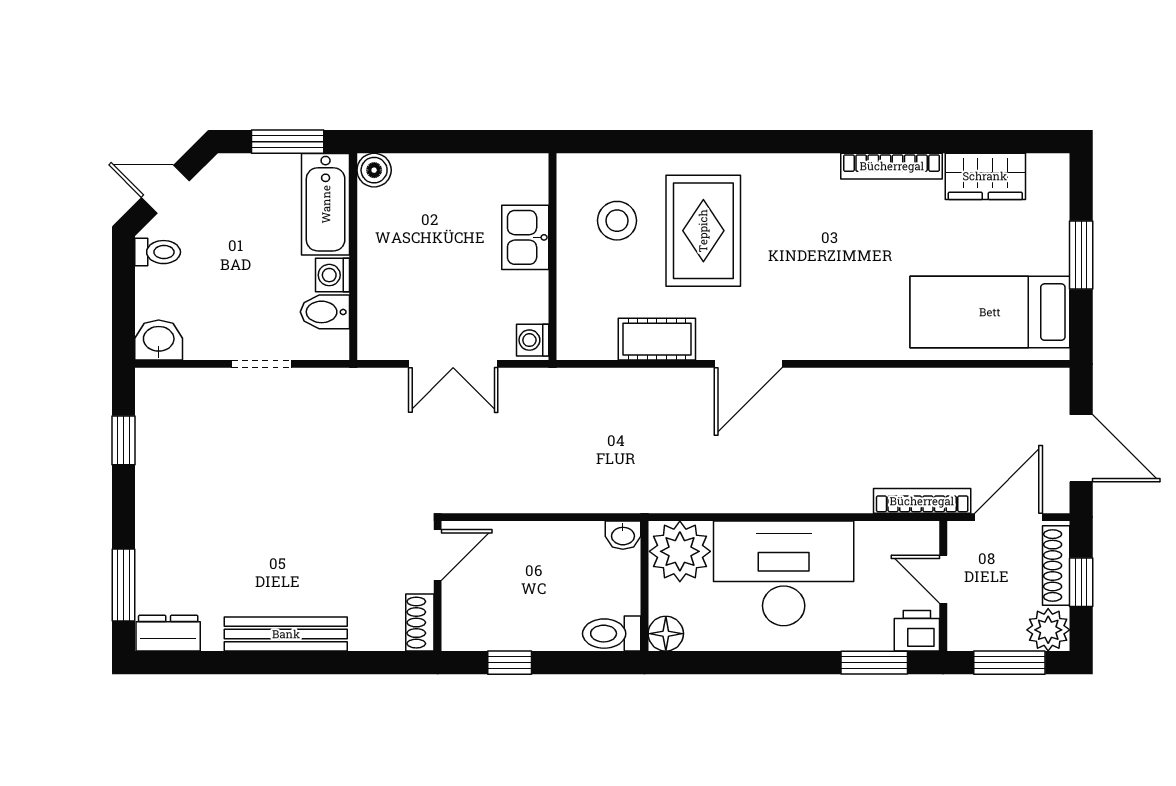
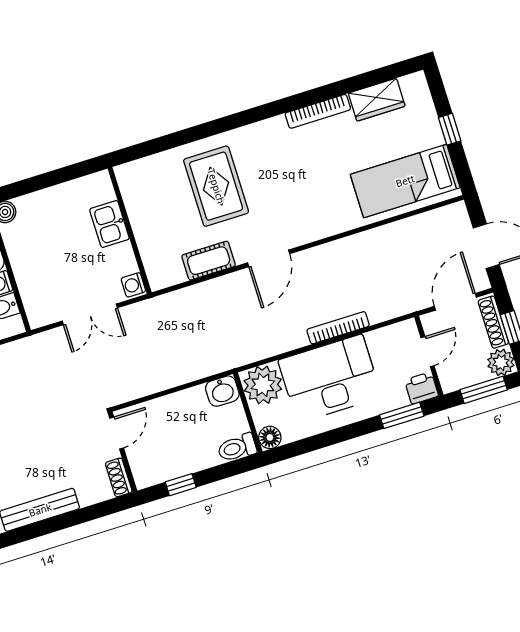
stool: (617, 221) -> (162, 196), removed
window: (1081, 255) -> (450, 129), width x0.67
bookcase: (922, 501) -> (338, 328), moved
washbasin: (623, 535) -> (222, 391), width x1.38, depth x1.45
door: (943, 579) -> (428, 352), swing flipped

